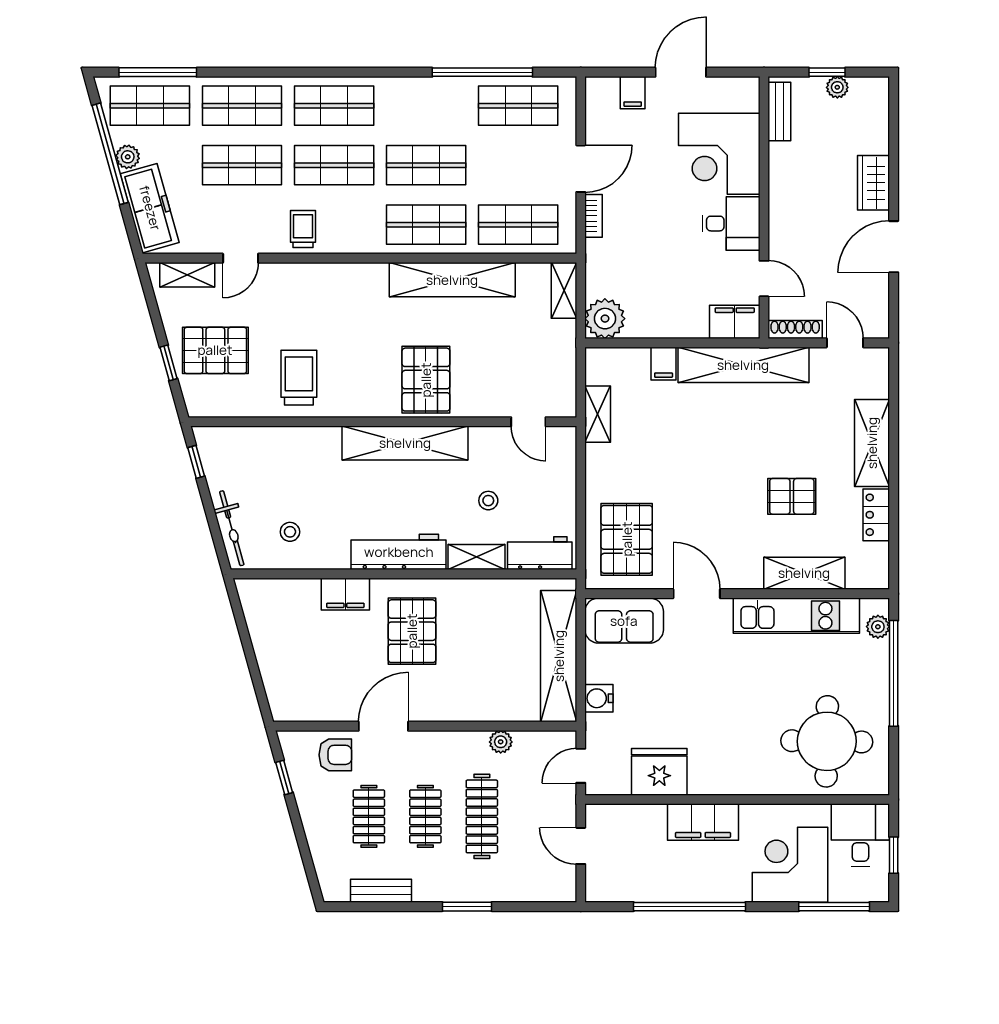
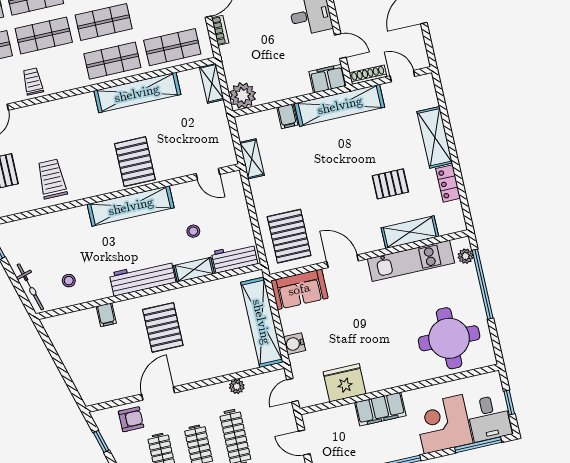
filing cabinet: (345, 594) -> (106, 315), width x0.50
desk: (860, 835) -> (489, 418), moved, turned 180

